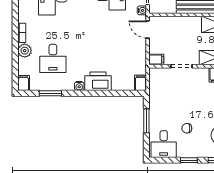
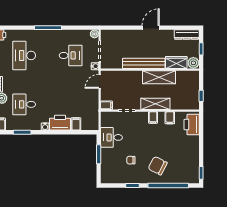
door: (148, 29) -> (100, 81), hinge flipped
desk: (53, 58) -> (24, 104), turned 90
filing cabinet: (141, 83) -> (76, 124), moved
desk: (164, 144) -> (111, 137), moved, turned 90

